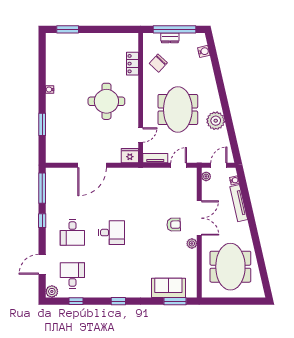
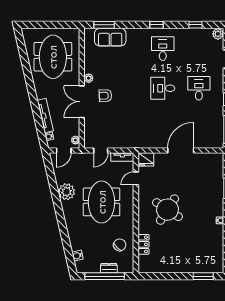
round table: (106, 101) -> (167, 210), turned 33
desk: (72, 275) -> (163, 49), moved, turned 180

